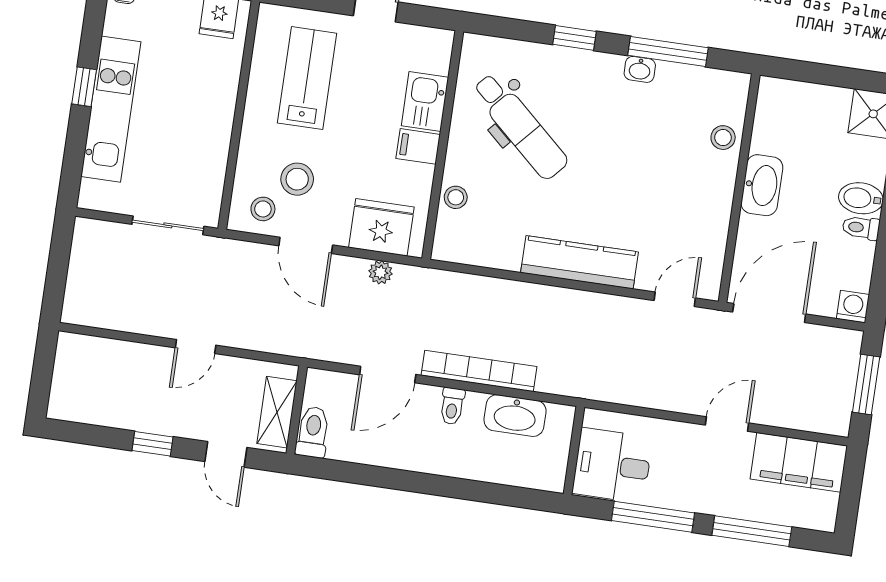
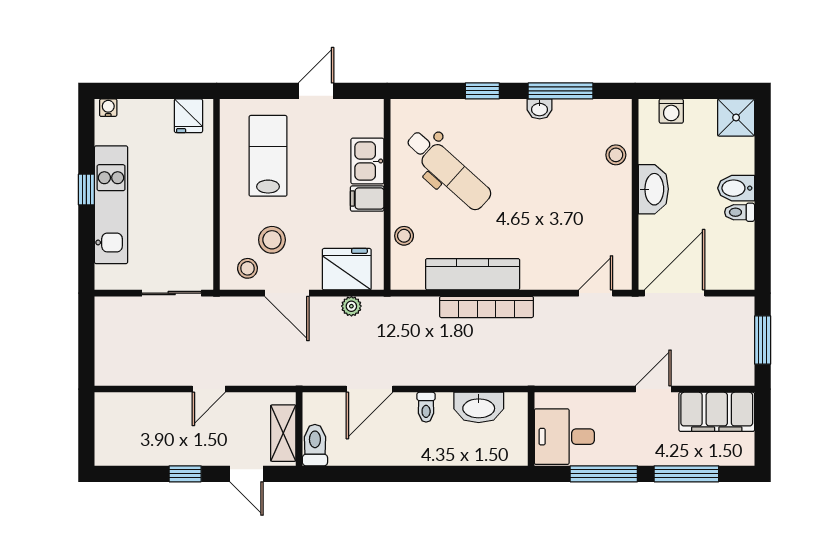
kitchen counter: (580, 262) -> (473, 274), moved
washing machine: (853, 307) -> (671, 111), moved, turned 180
bookcase: (479, 371) -> (486, 307), moved, turned 180

